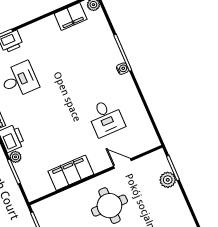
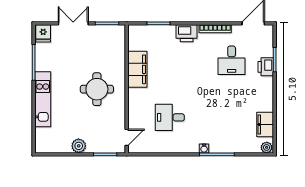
plant: (15, 157) -> (170, 30), removed
door: (122, 163) -> (127, 137), moved
plant: (168, 180) -> (79, 146), moved

